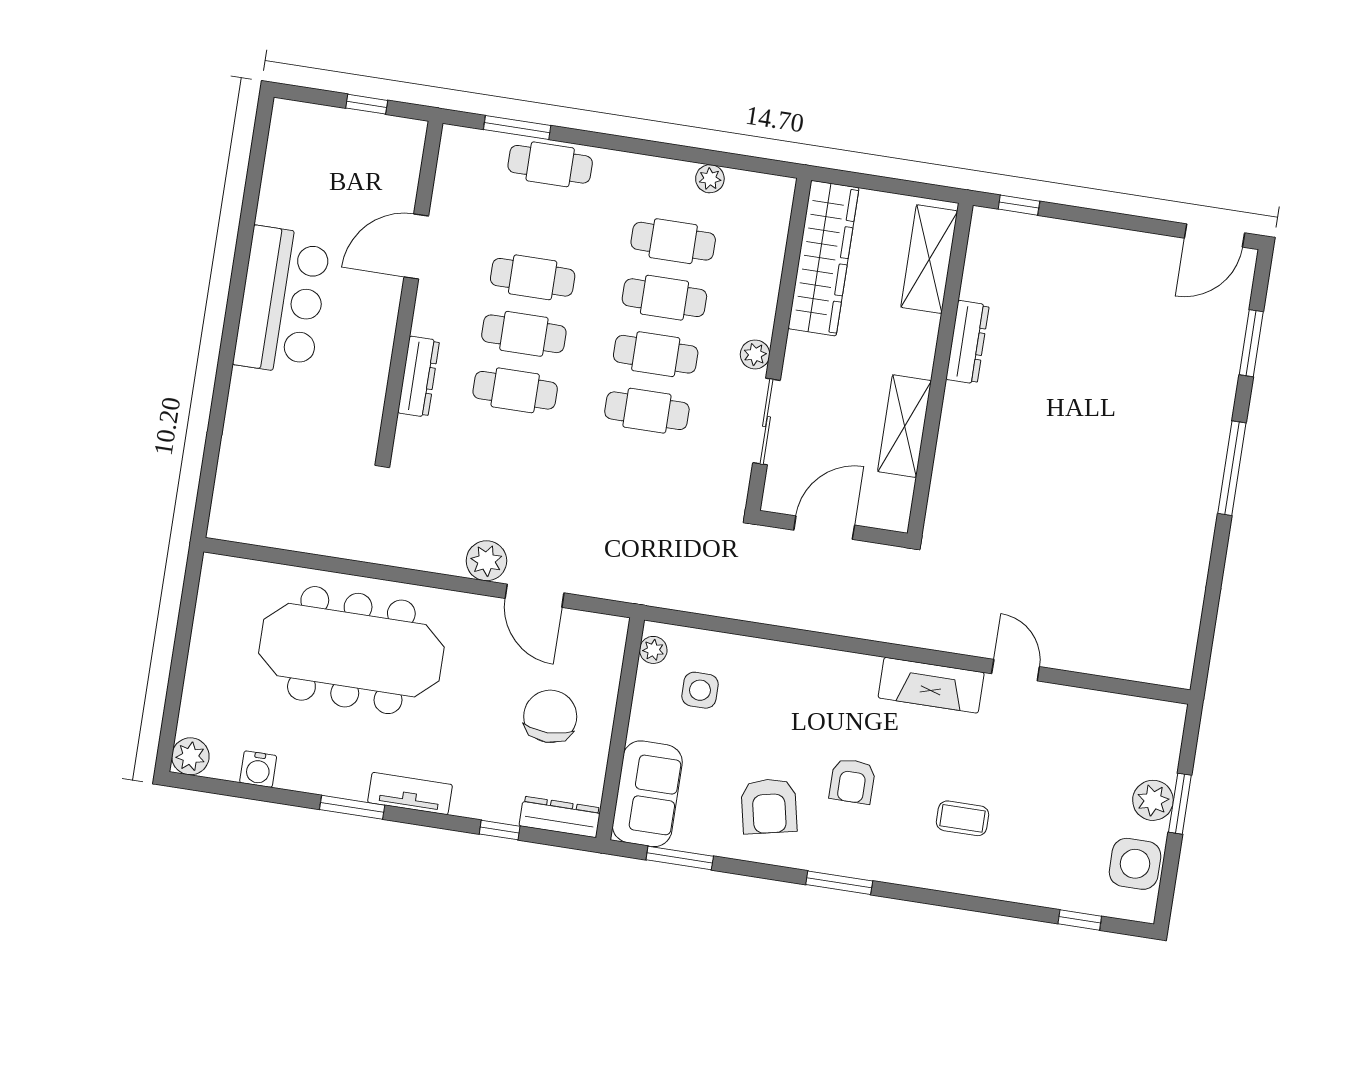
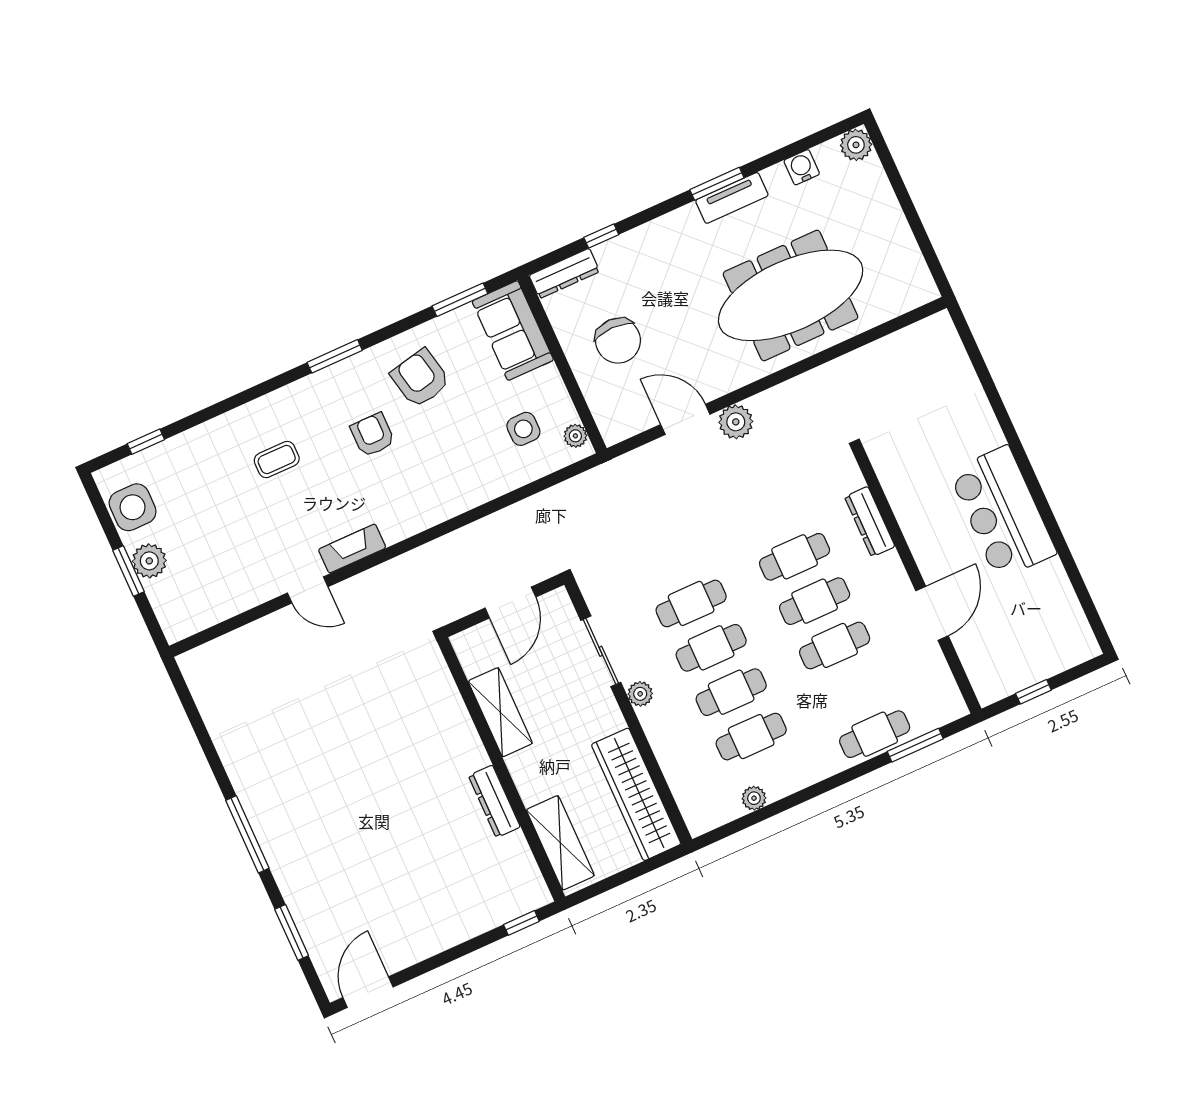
fireplace: (931, 685) -> (352, 549), width x0.73, depth x0.76
tv unit: (410, 794) -> (732, 198), moved

